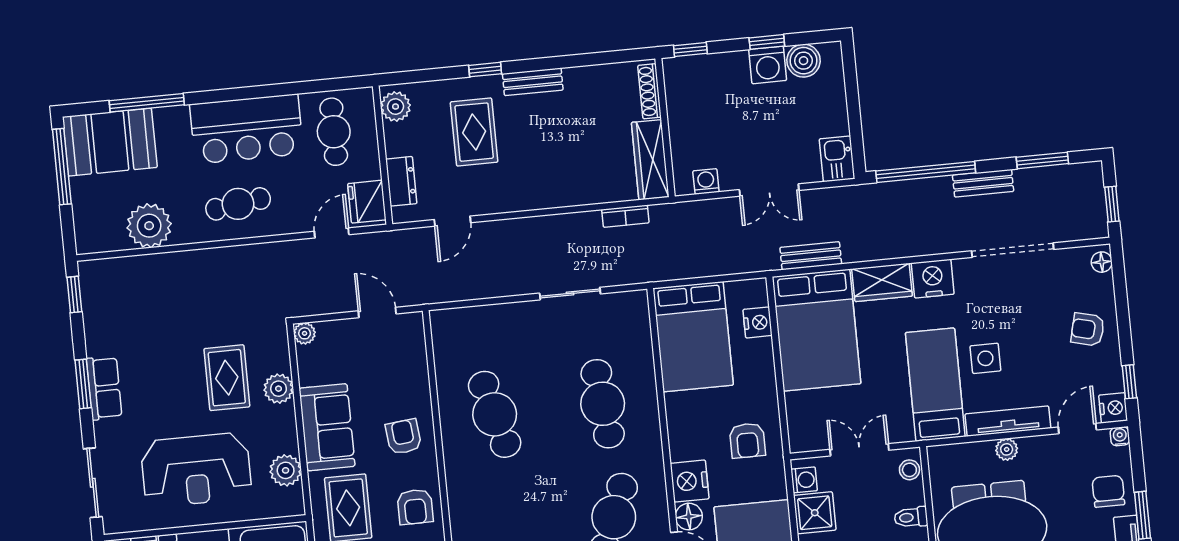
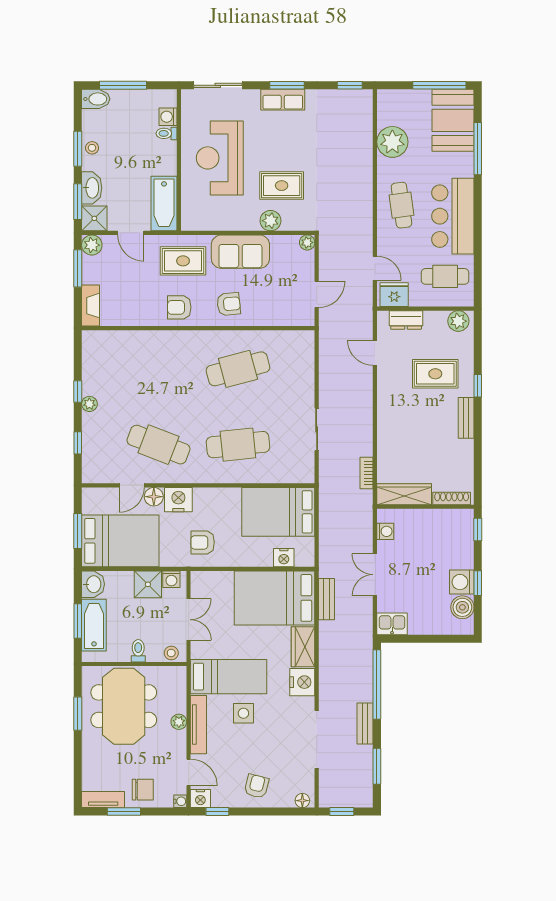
plant: (286, 470) -> (213, 220), removed

